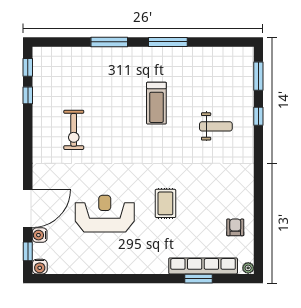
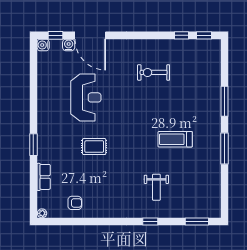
window: (258, 116) -> (150, 222), moved
row of seats: (203, 266) -> (44, 177), width x0.50
window: (199, 279) -> (33, 145), moved

